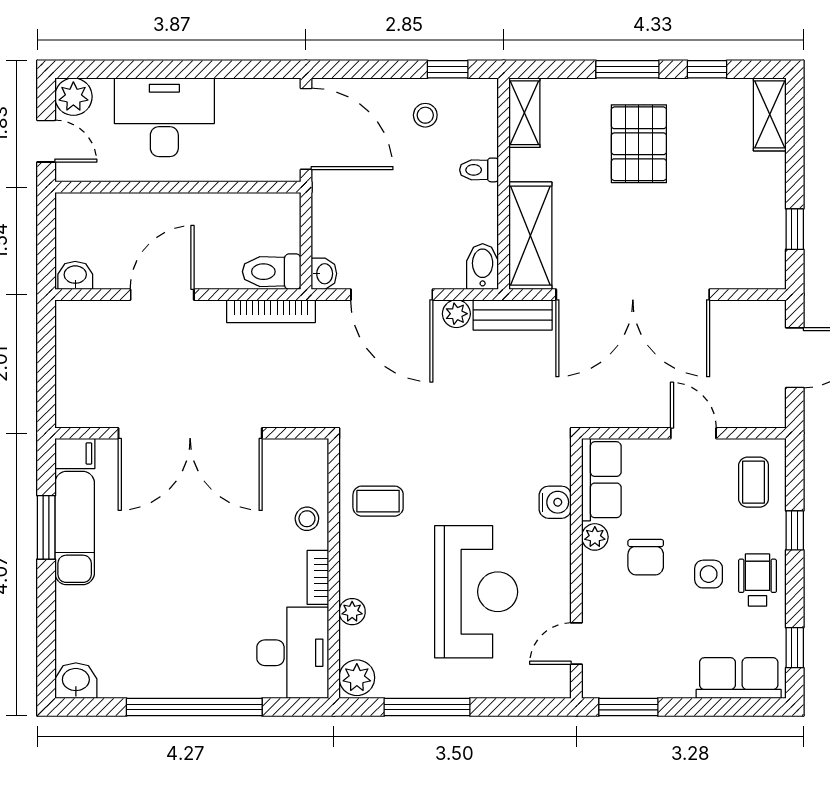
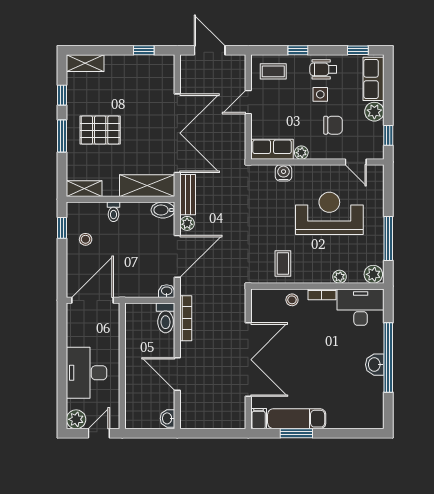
chair: (646, 557) -> (333, 125), moved
plant: (675, 680) -> (374, 112), added
washbasin: (76, 681) -> (375, 365), moved
window: (628, 707) -> (388, 135), width x0.67

